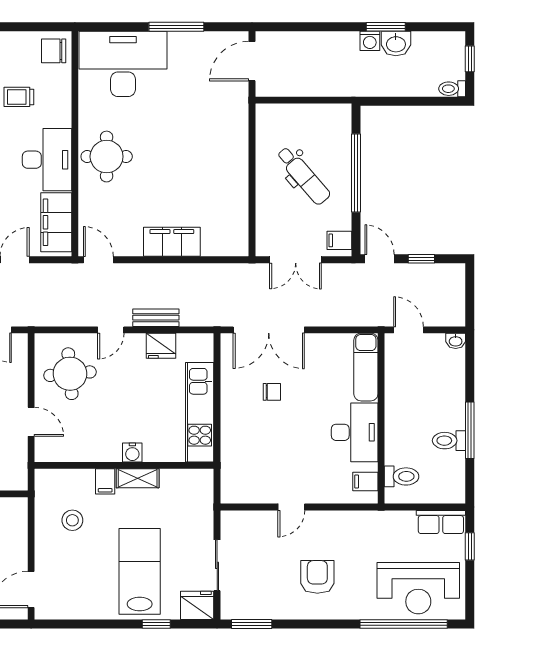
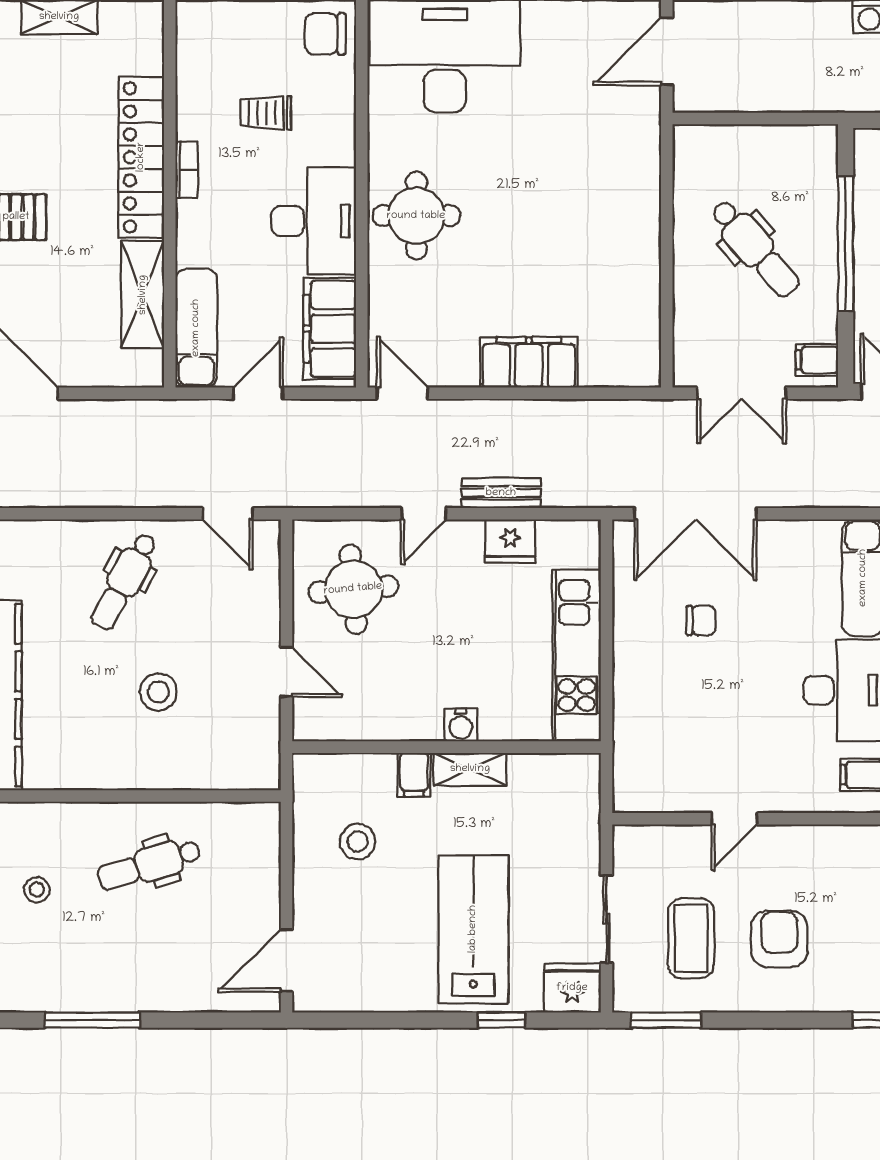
coffee table: (266, 576) -> (691, 938), added

